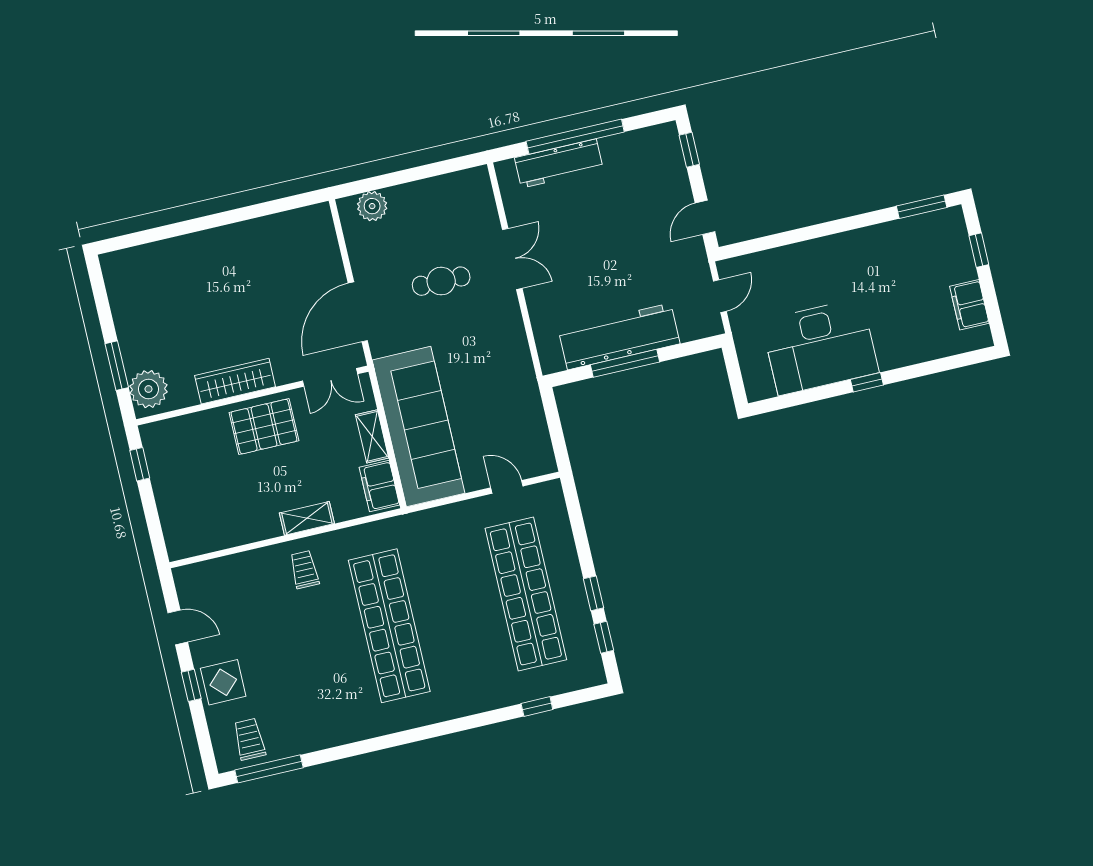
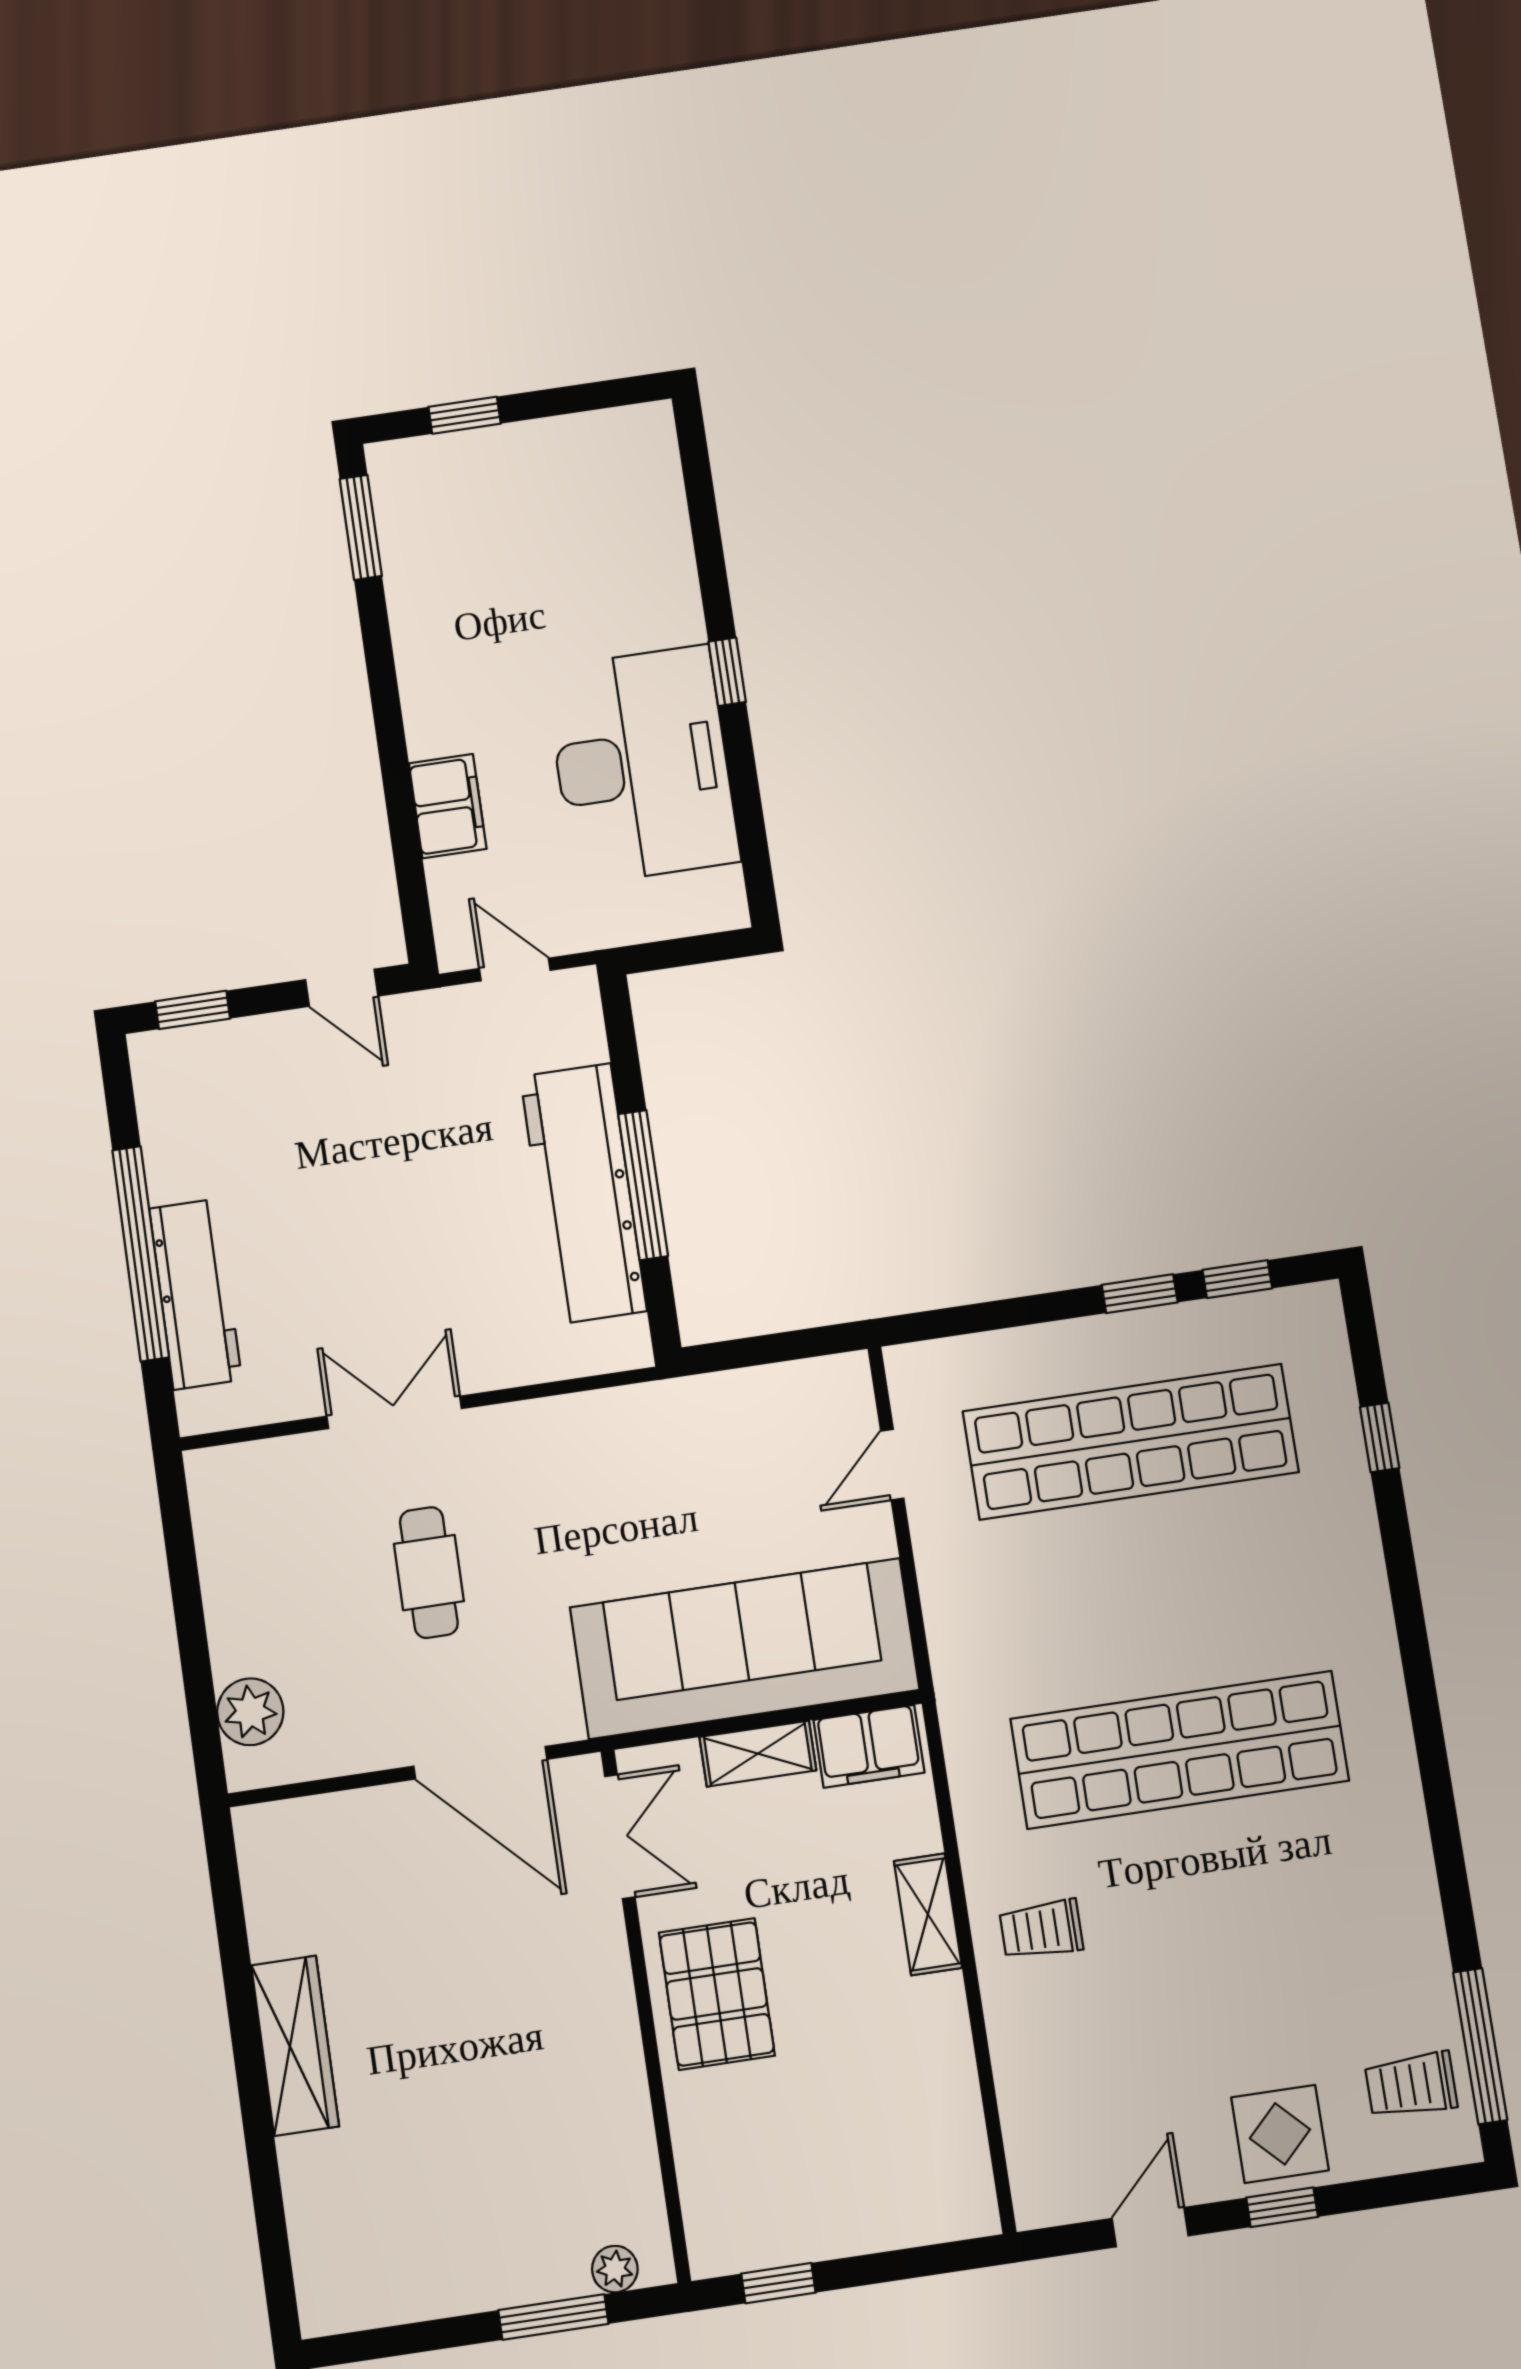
filing cabinet: (969, 305) -> (448, 806), moved, turned -90
wardrobe: (235, 381) -> (295, 2046), moved, turned 180
plant: (149, 389) -> (615, 2269), width x0.53, depth x0.53

